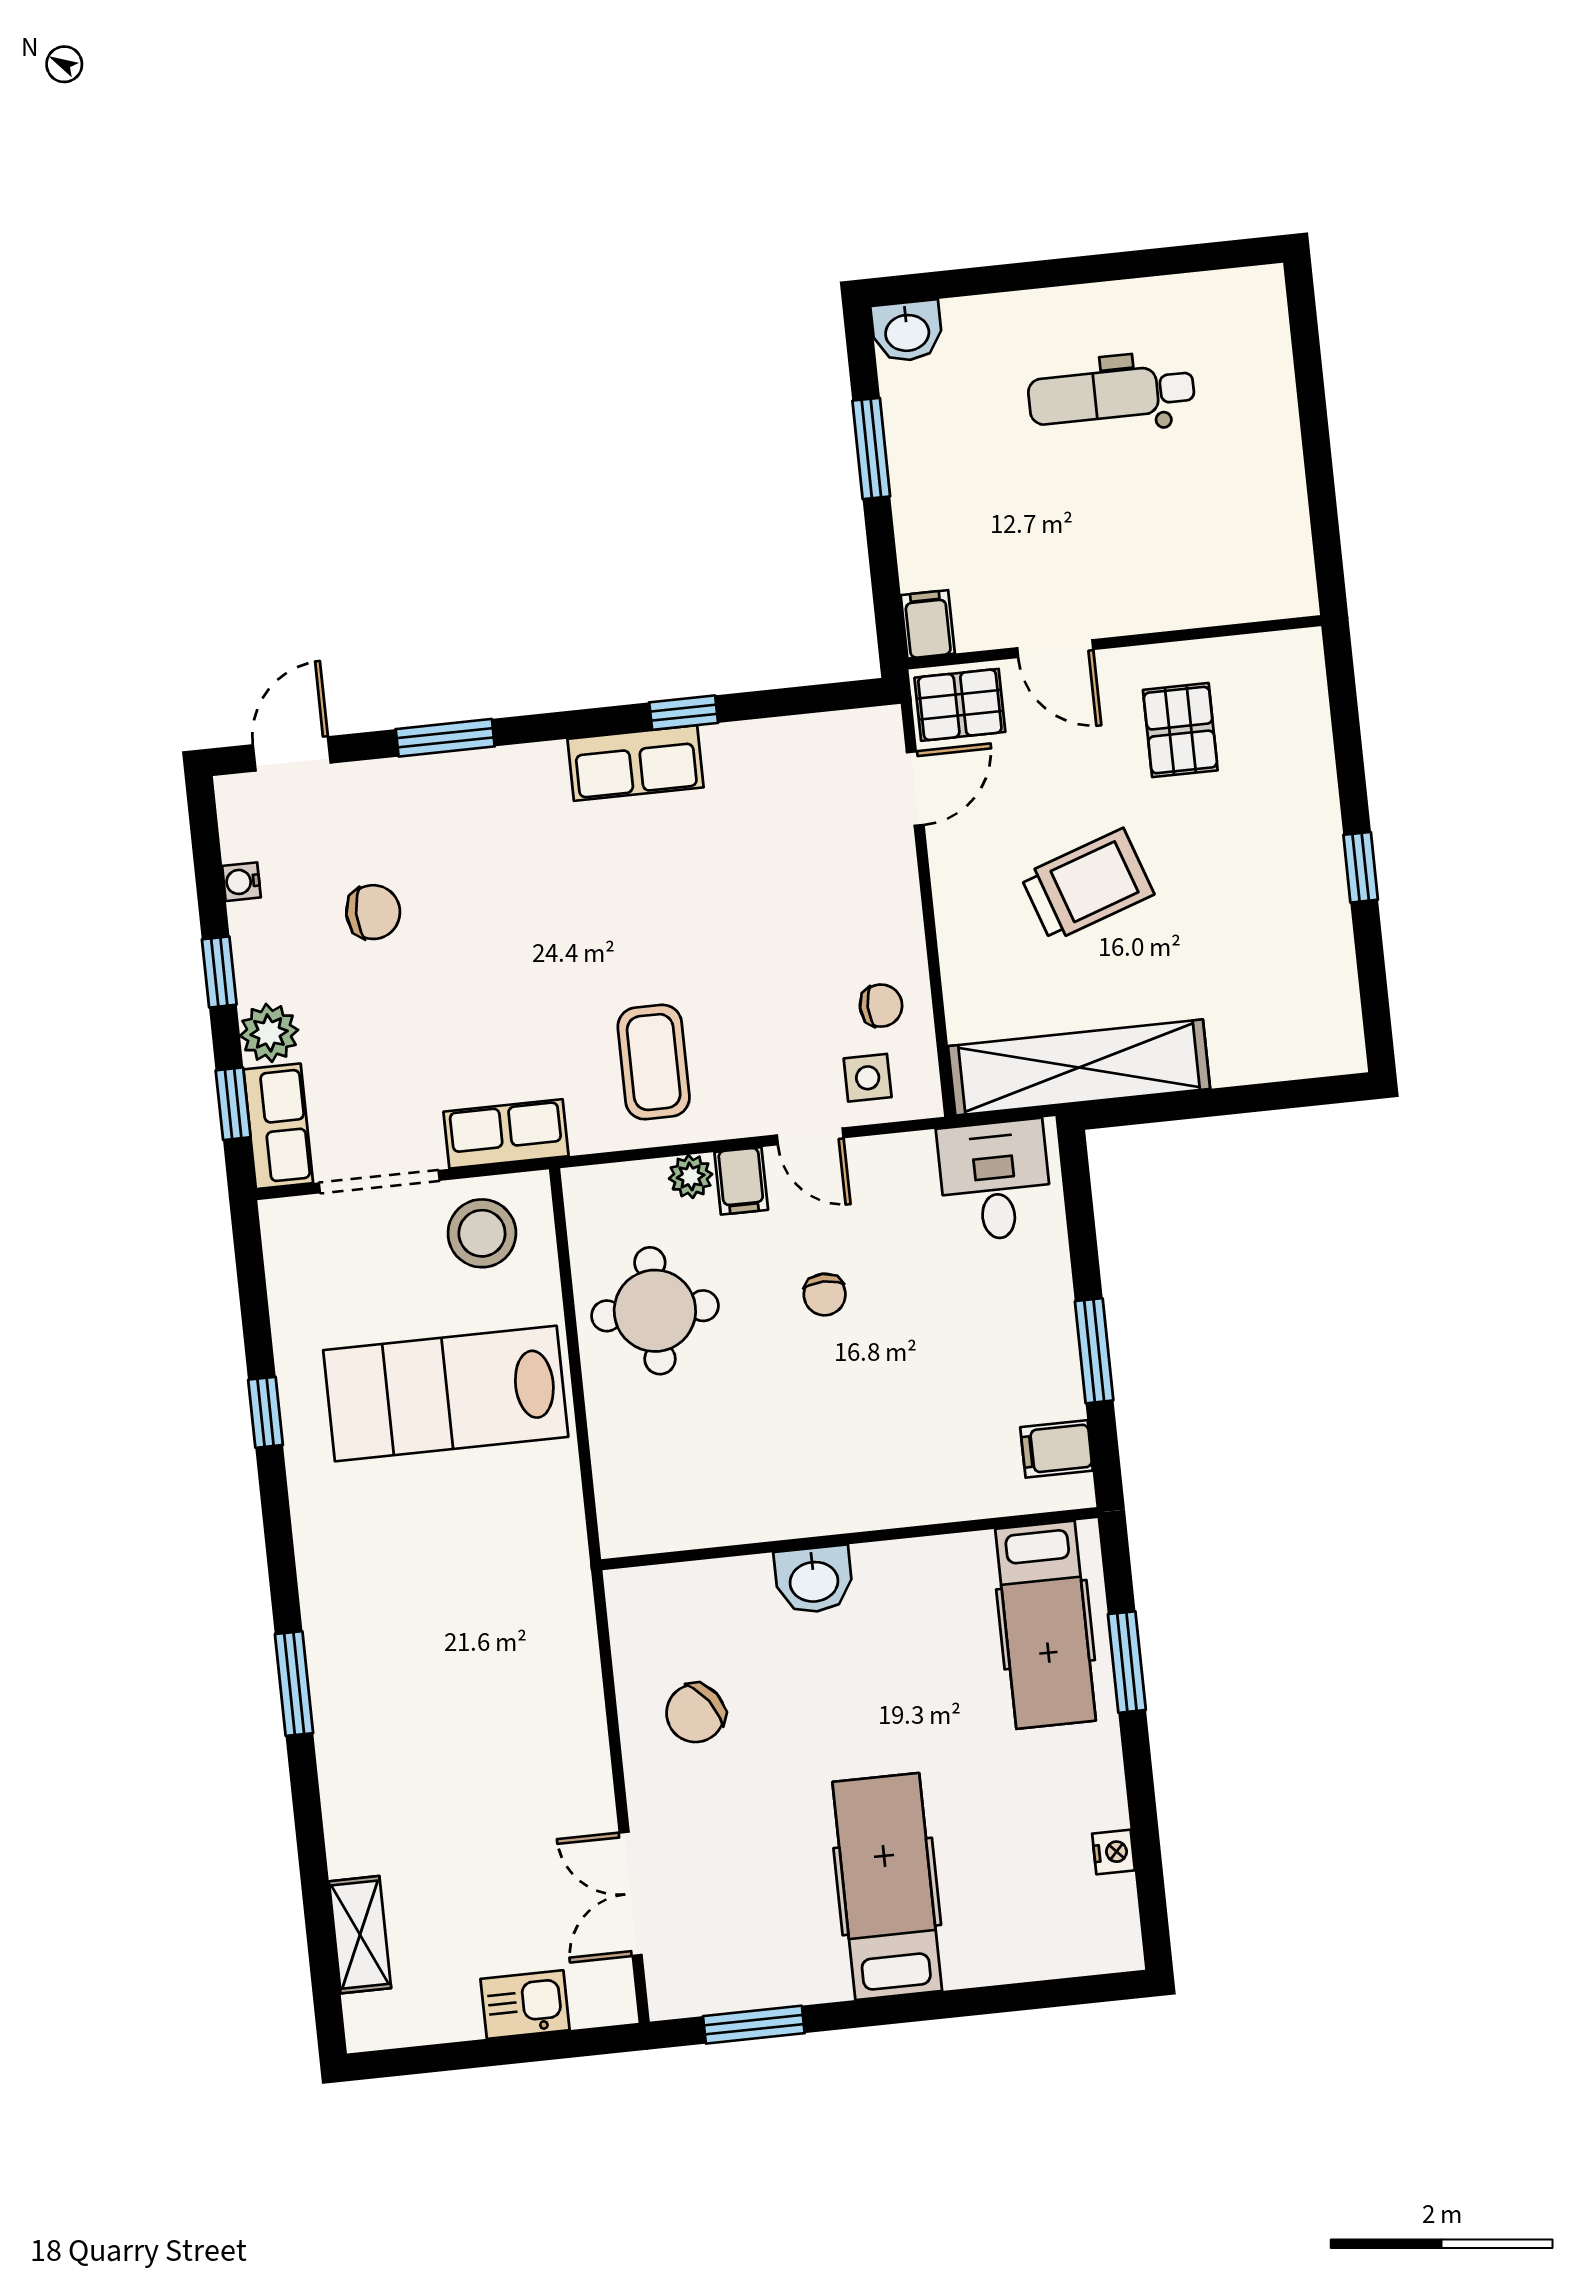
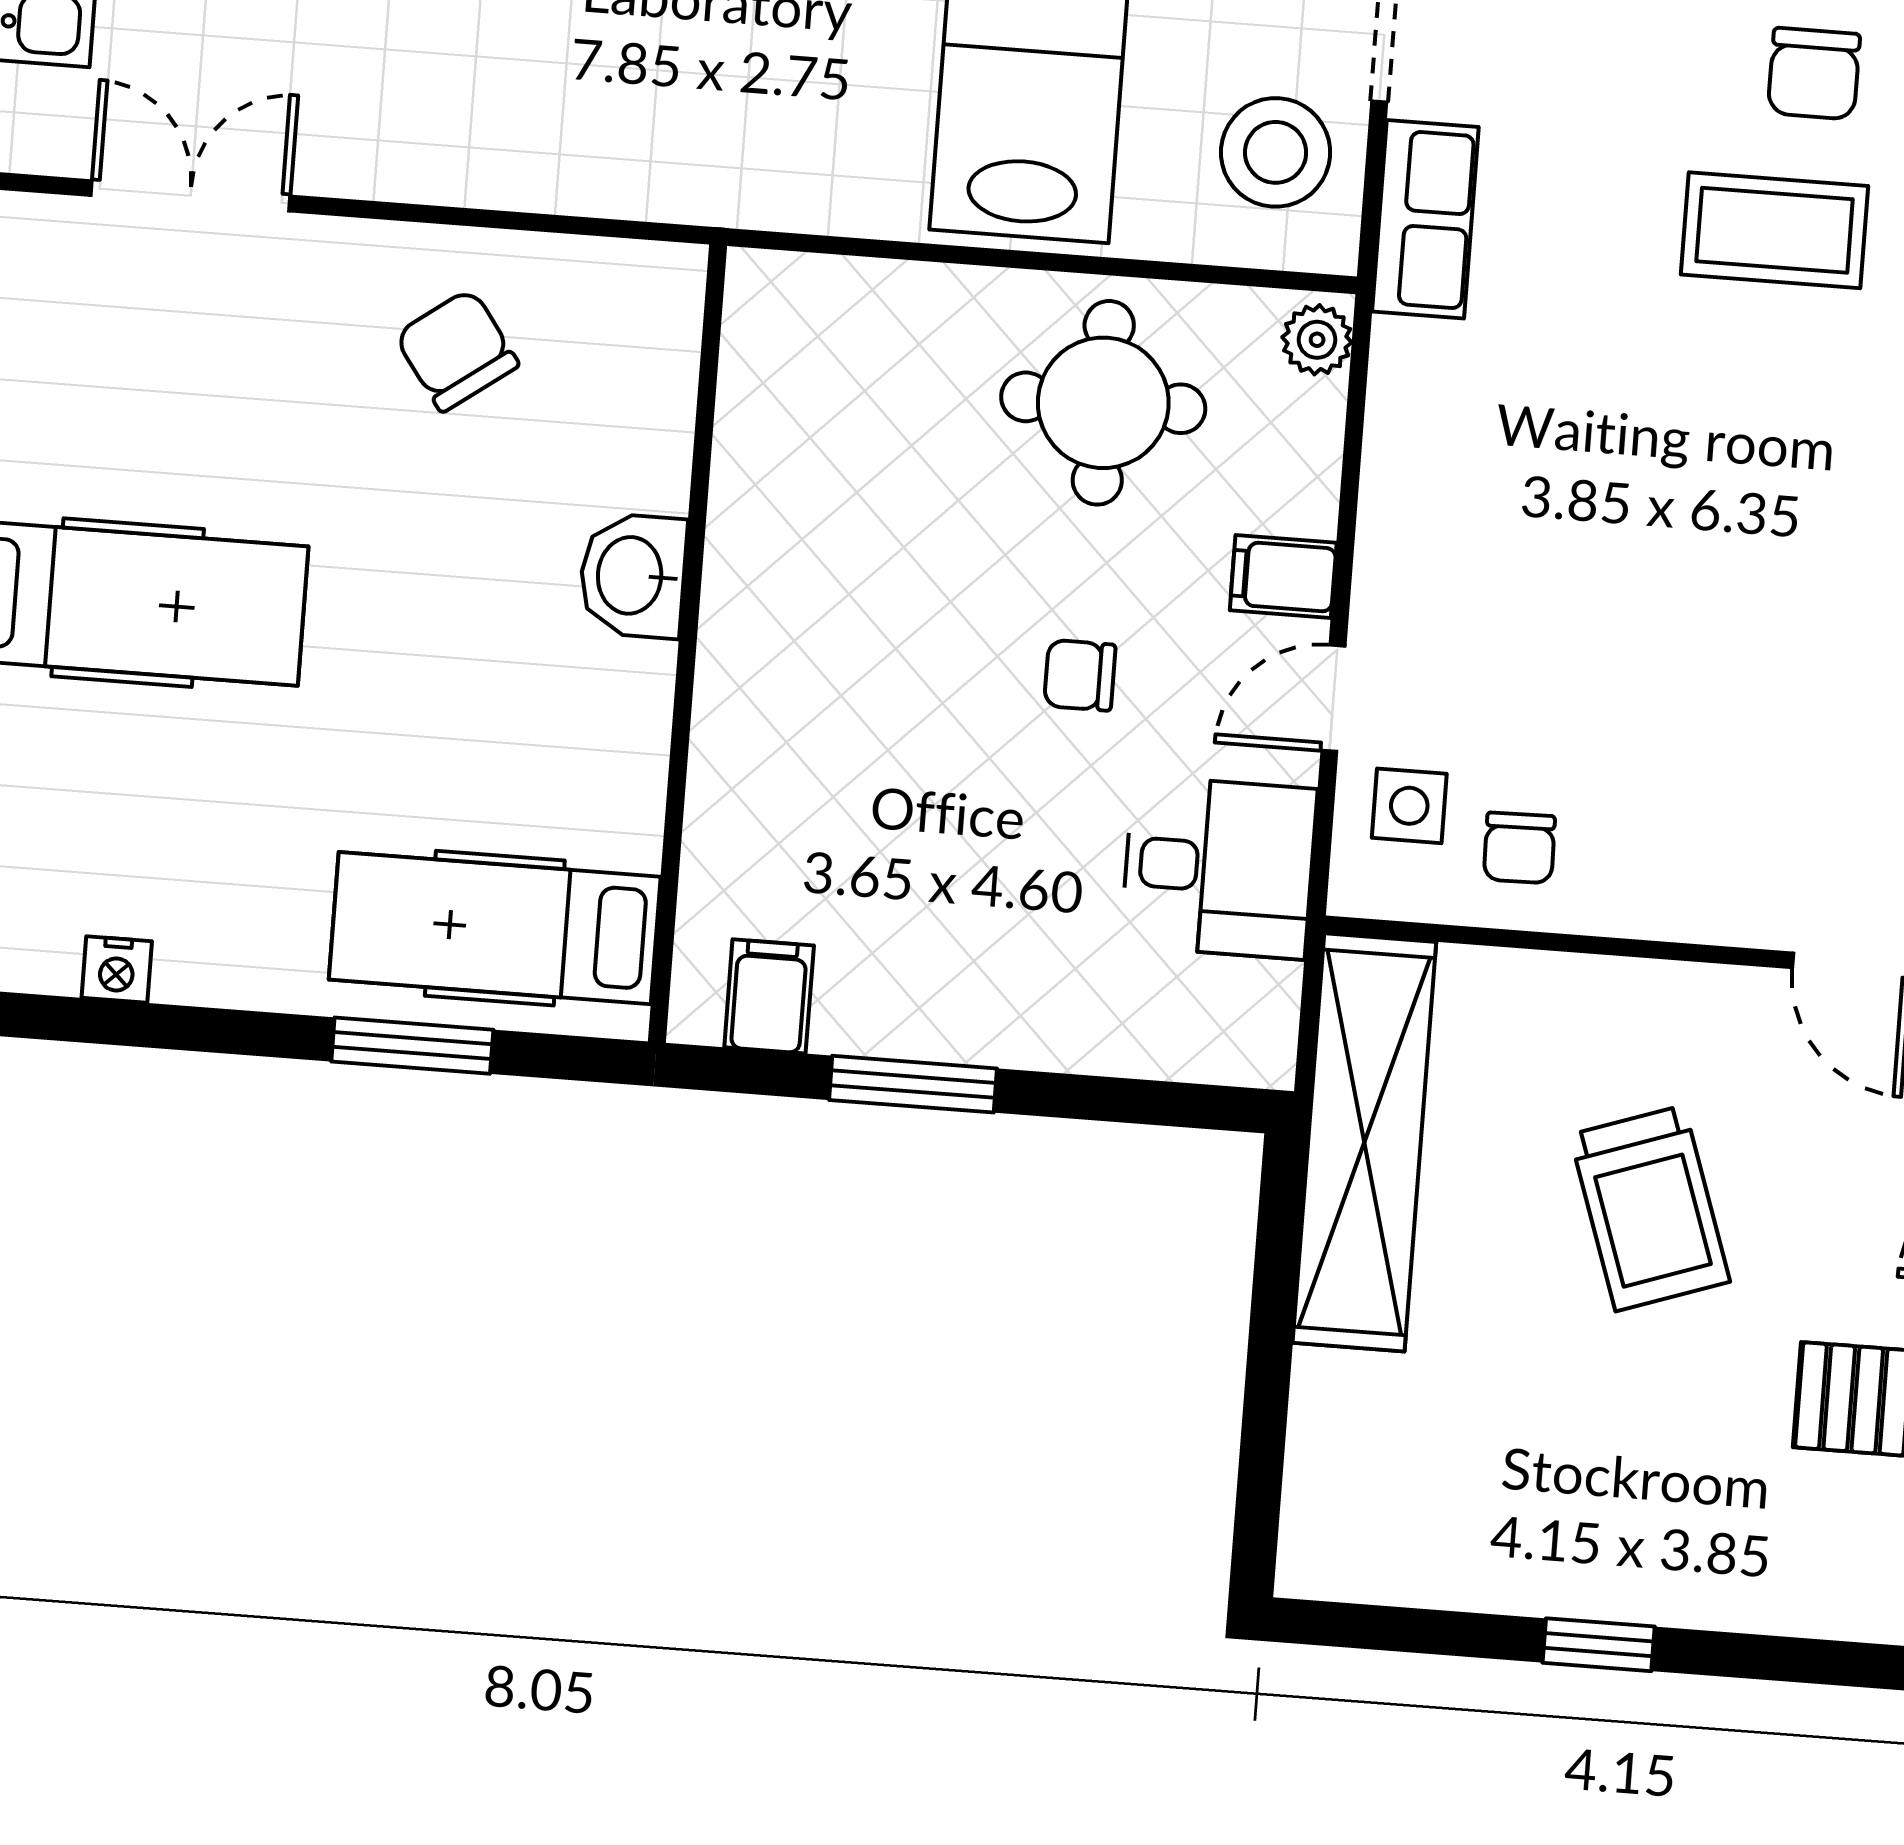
coffee table: (654, 1062) -> (1775, 230), moved
plant: (691, 1176) -> (1317, 340), moved
desk: (995, 1181) -> (1219, 867), moved

